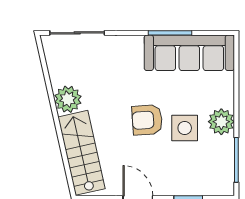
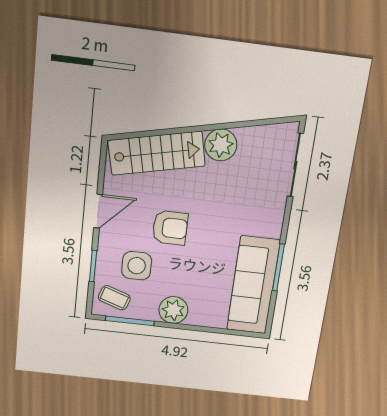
armchair: (147, 120) -> (170, 228), moved, turned 94
side table: (185, 128) -> (137, 266), moved
coffee table: (216, 176) -> (114, 298), added

